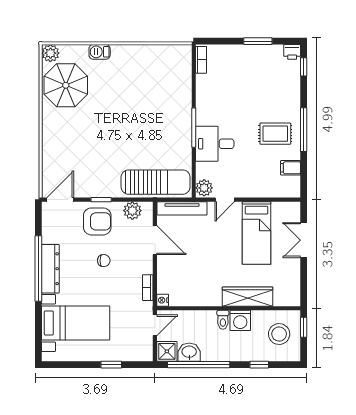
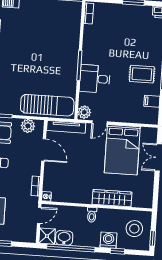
bed: (257, 233) -> (122, 150), width x1.50
washing machine: (240, 320) -> (108, 240), moved, turned 180
window: (304, 327) -> (153, 238), moved

